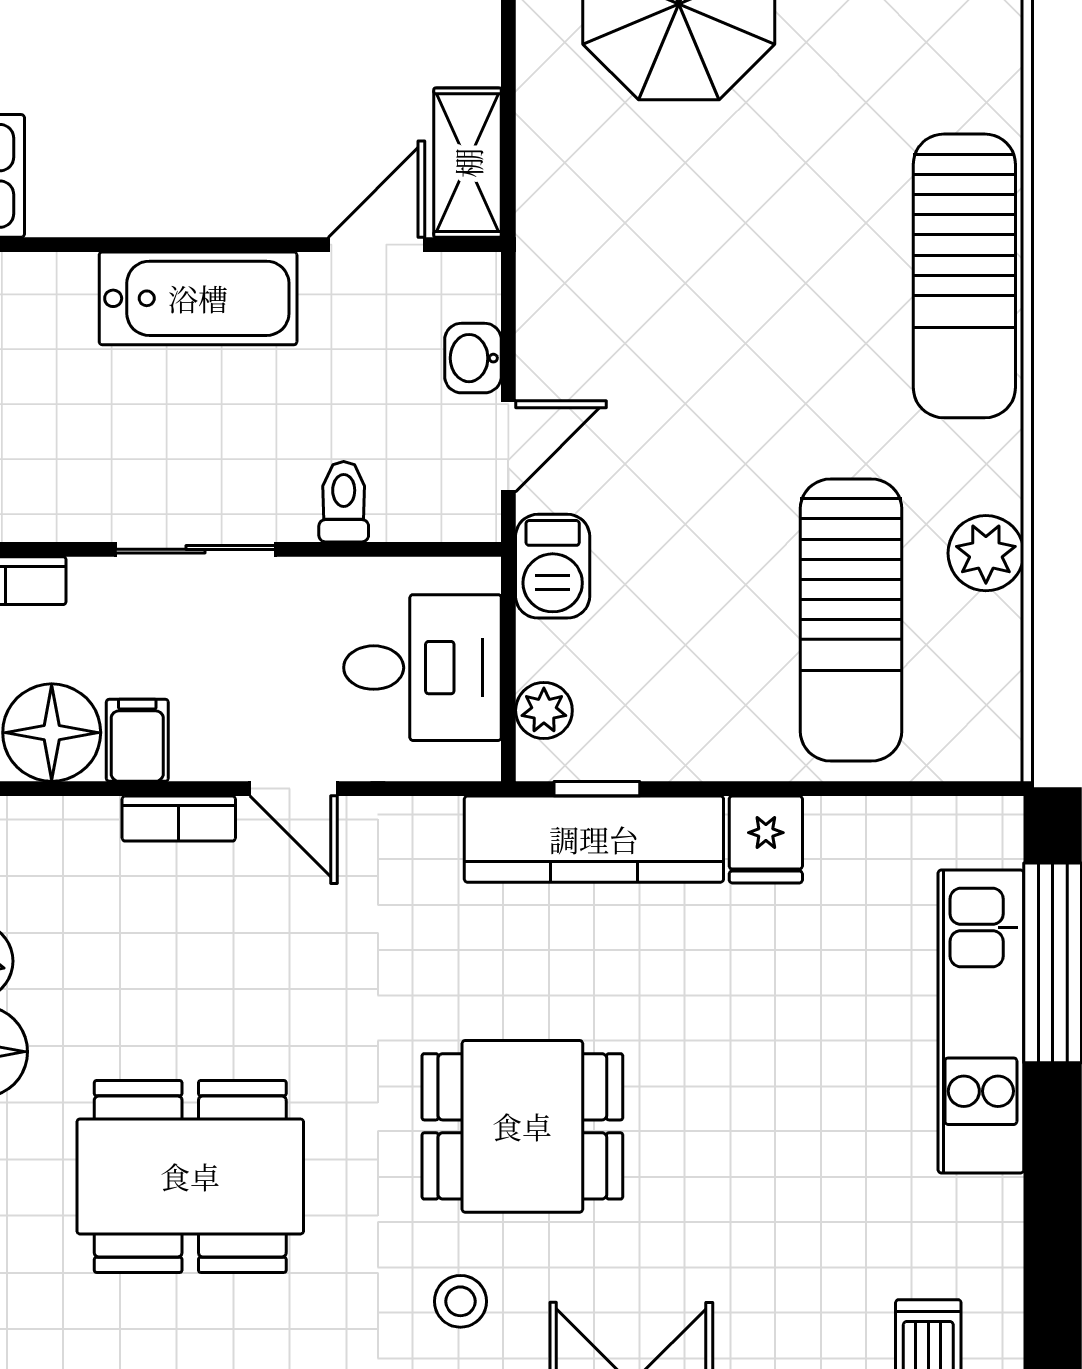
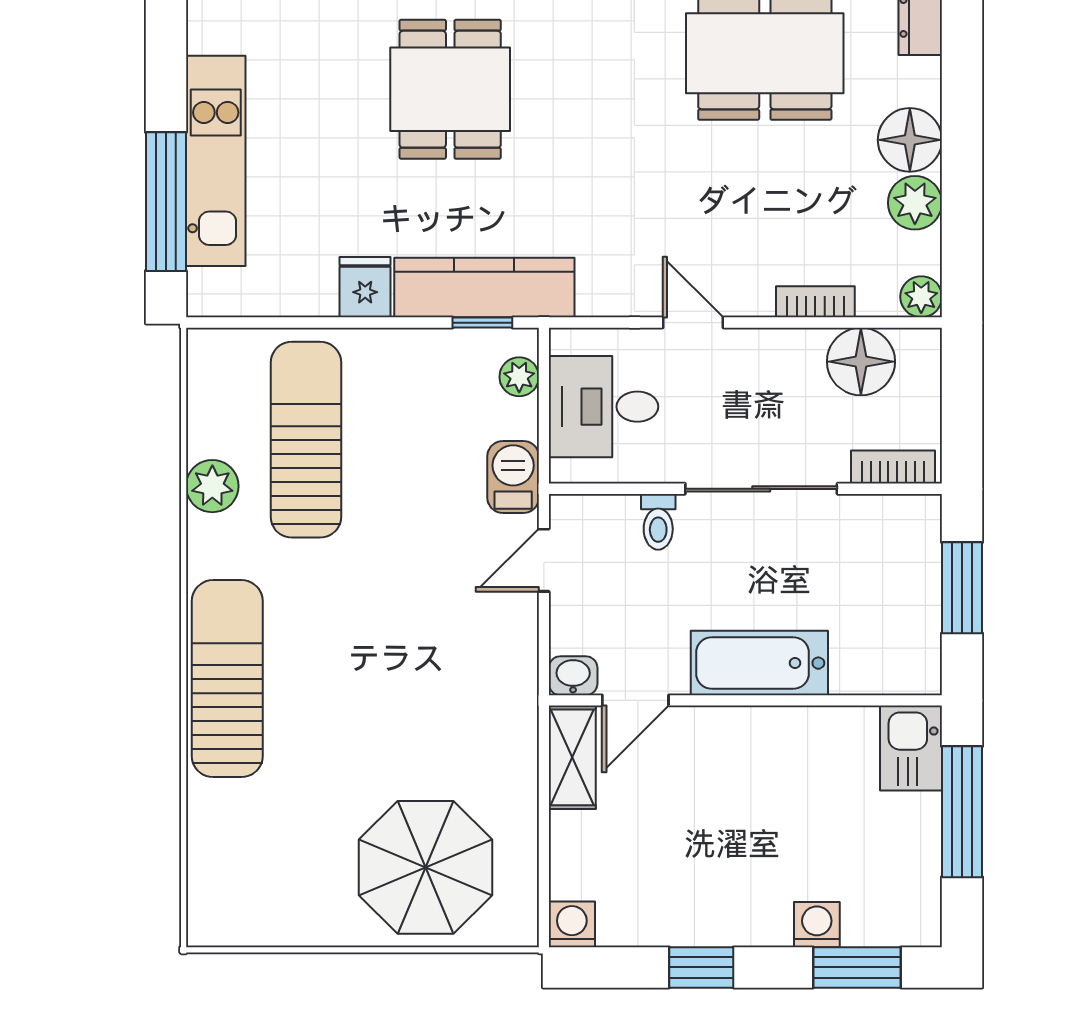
washbasin: (473, 358) -> (573, 676), moved, turned -90
sliding door: (195, 549) -> (761, 489), width x1.37
filing cabinet: (137, 740) -> (802, 356), removed
bookcase: (179, 819) -> (815, 302), moved
dining table: (522, 1126) -> (450, 89), moved, turned 90

